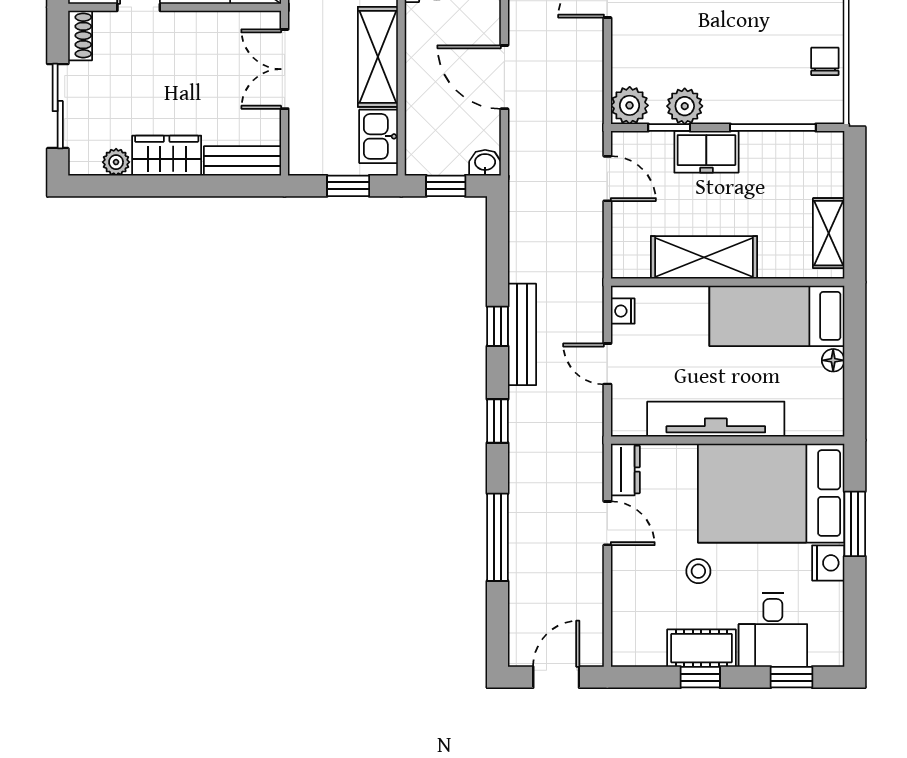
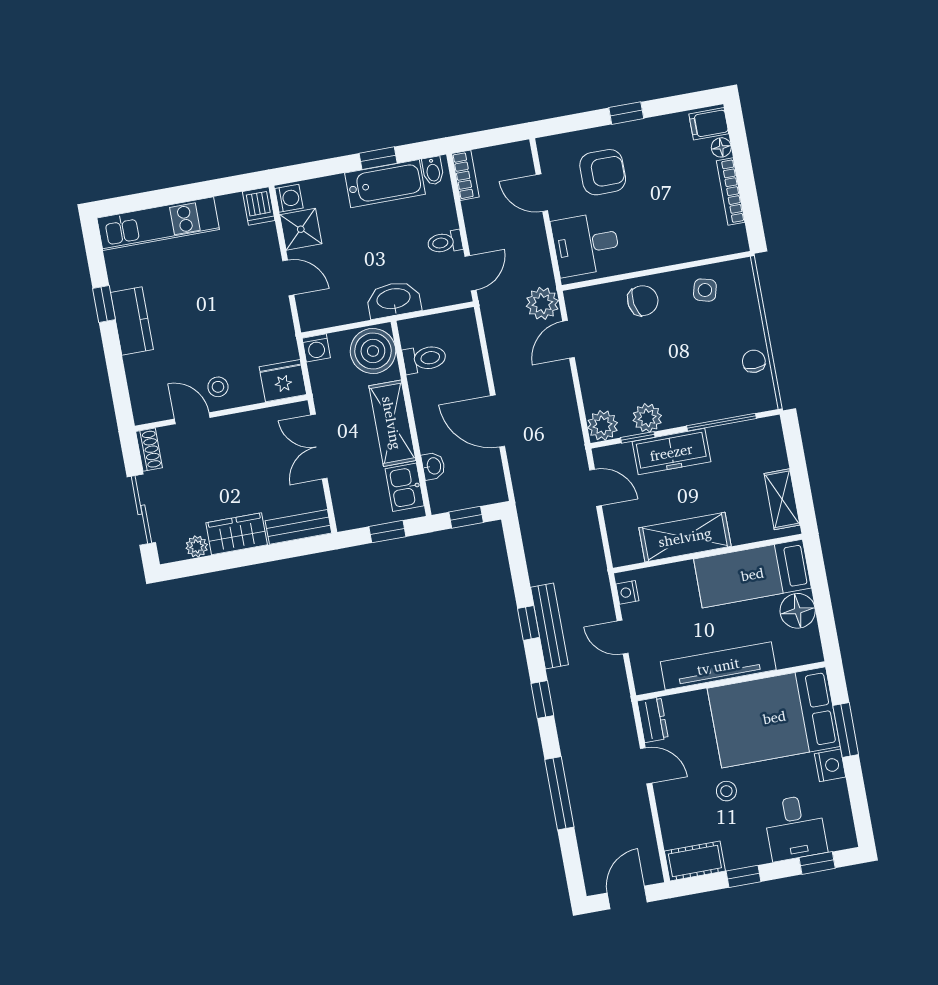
freezer: (706, 152) -> (671, 452), width x1.40
washbasin: (485, 163) -> (433, 466), moved, turned 90
floor lamp: (833, 360) -> (798, 611), width x1.89, depth x1.89
cot: (701, 648) -> (695, 861), moved

